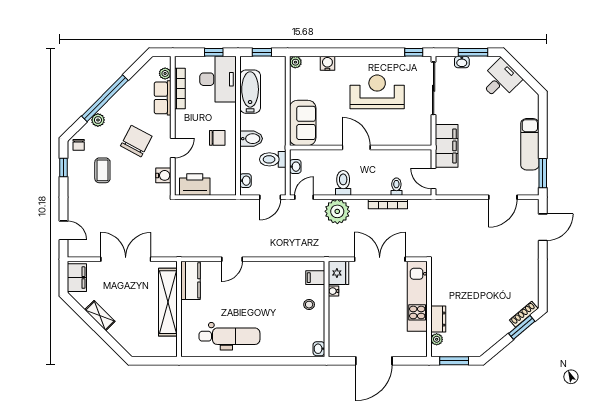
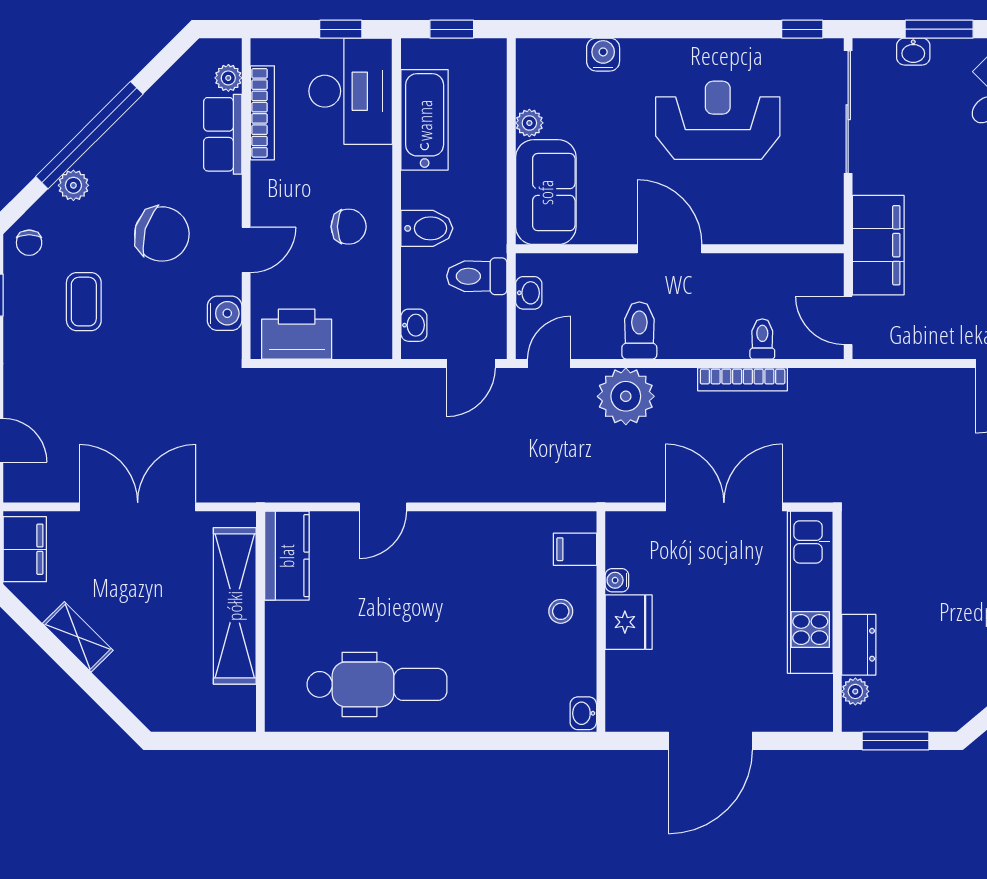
plant: (295, 62) -> (529, 123), moved
chair: (136, 141) -> (162, 234), turned 78
fridge: (339, 273) -> (629, 622), moved

